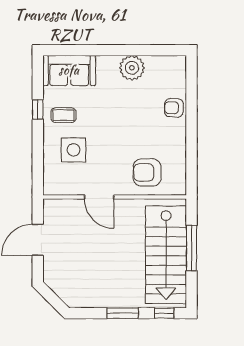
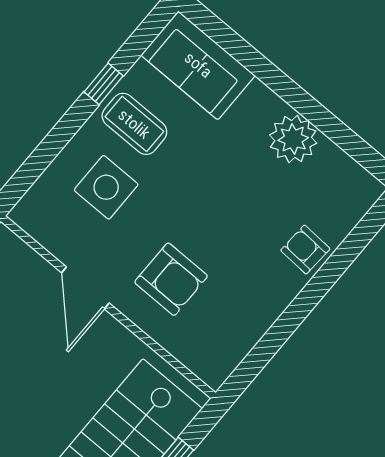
coffee table: (64, 115) -> (134, 124), width x1.36, depth x1.30
armchair: (147, 172) -> (171, 279), moved, turned 180

